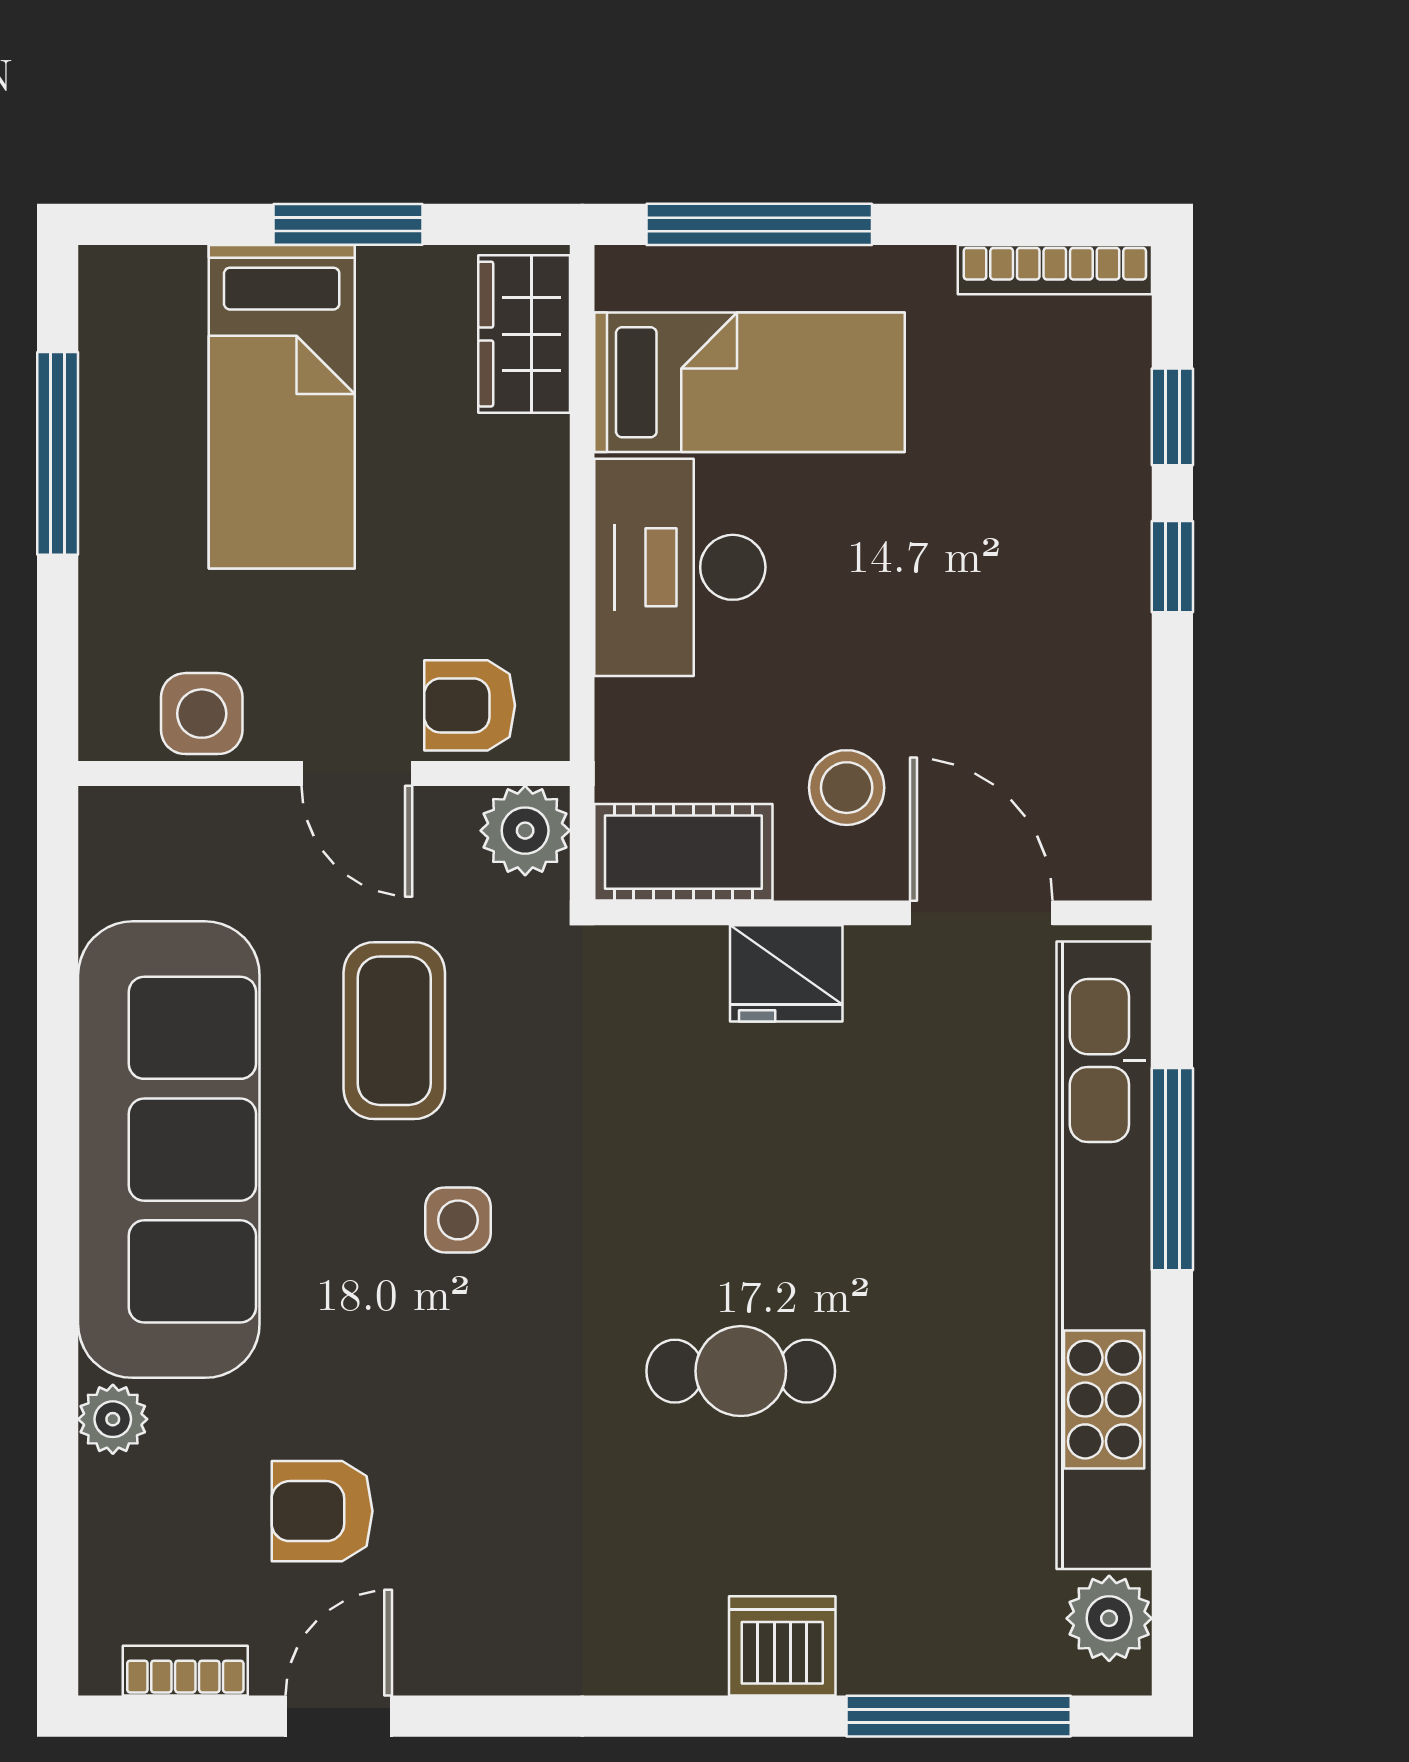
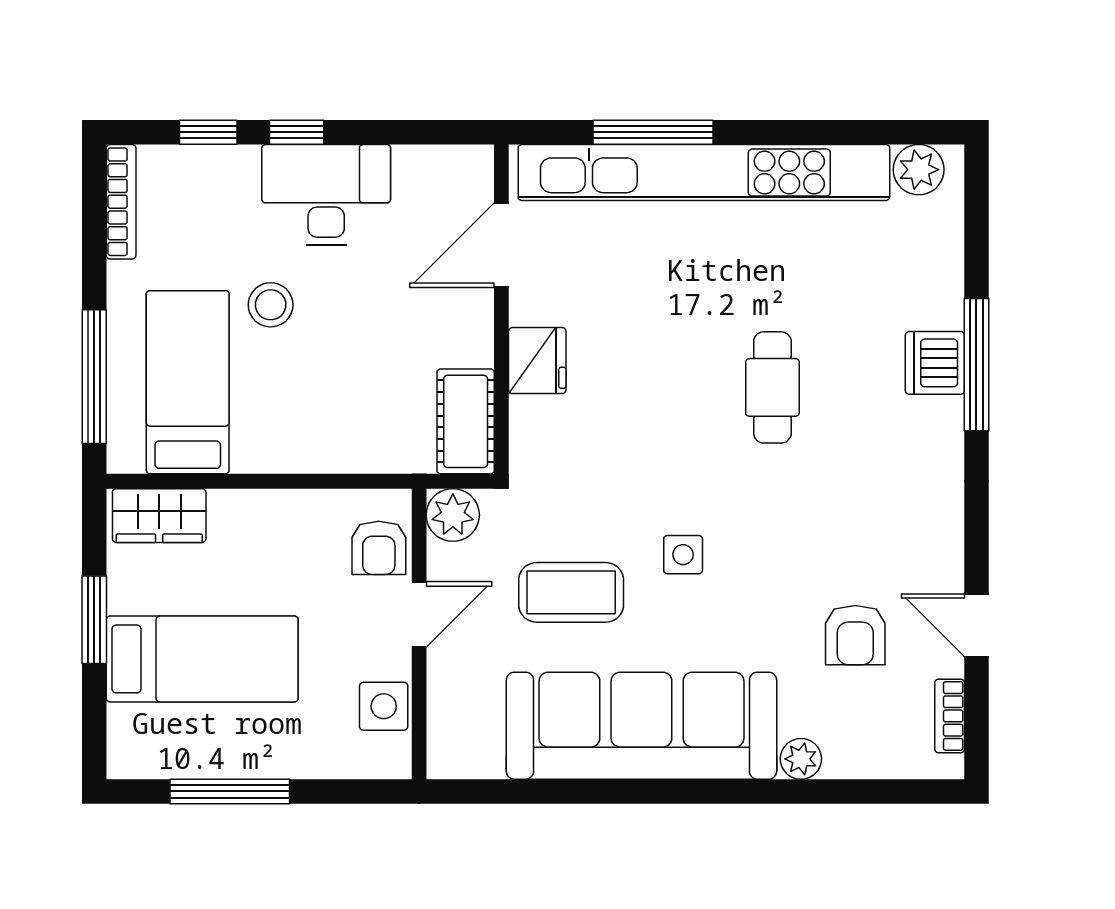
desk: (680, 567) -> (326, 195), moved, turned 180
stool: (847, 788) -> (271, 305), moved
window: (959, 1716) -> (976, 365), moved

